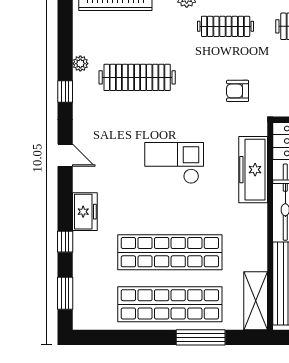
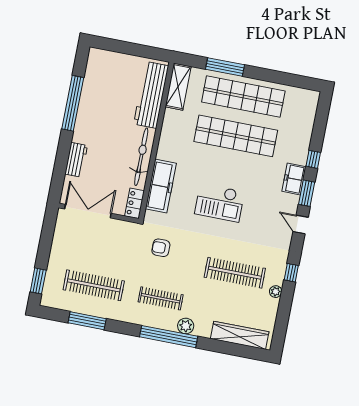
armchair: (238, 91) -> (161, 248), turned 180
window: (65, 293) -> (307, 193), moved

